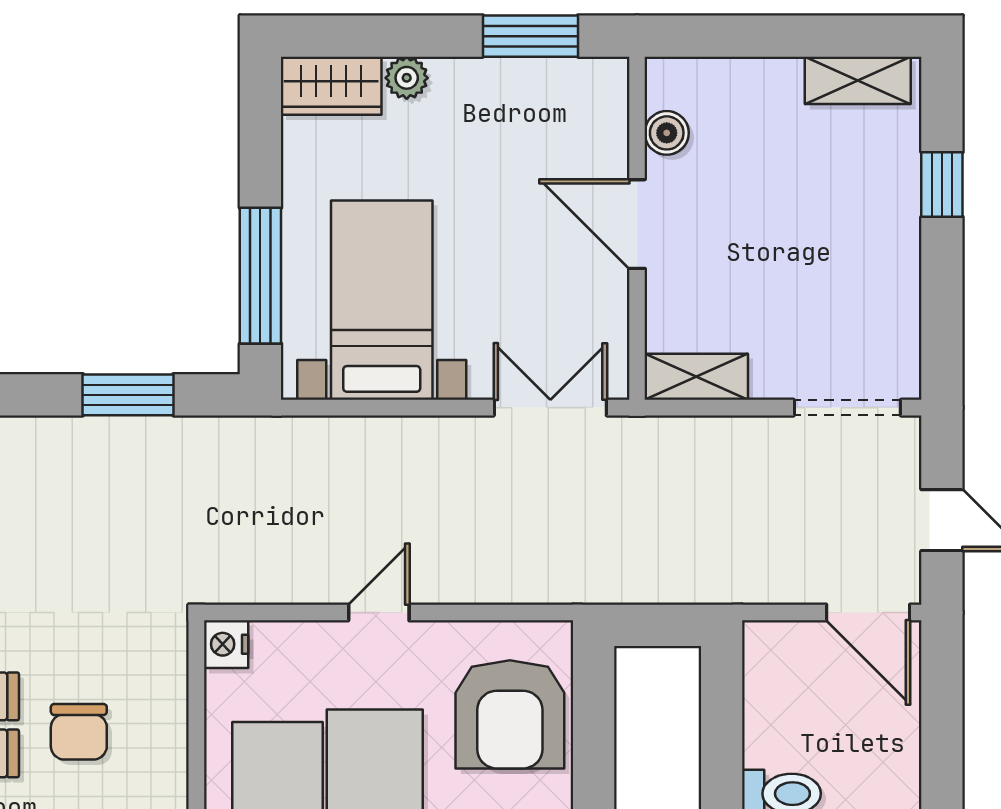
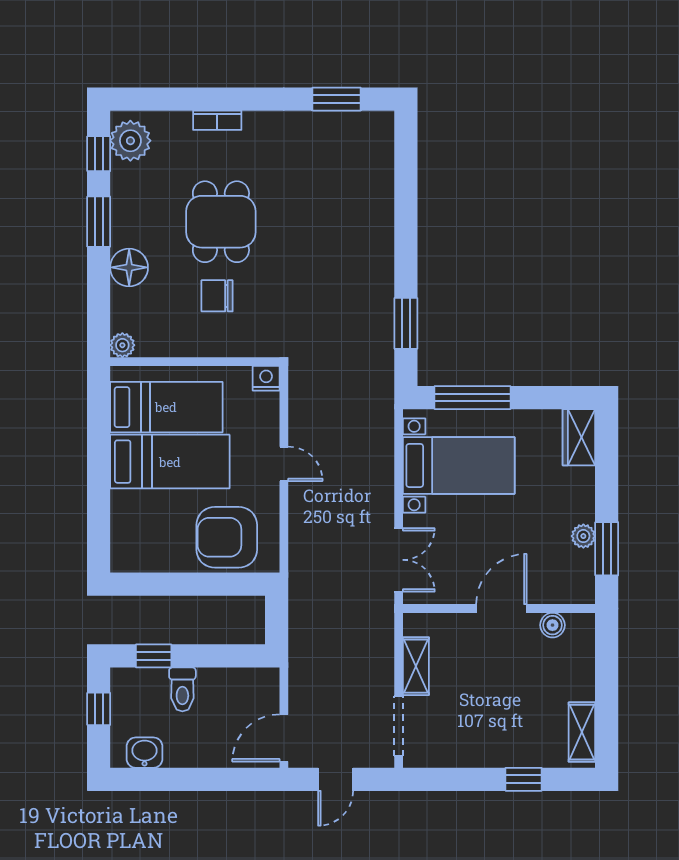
plant: (407, 78) -> (583, 536), moved
shelving: (696, 377) -> (416, 666), moved

